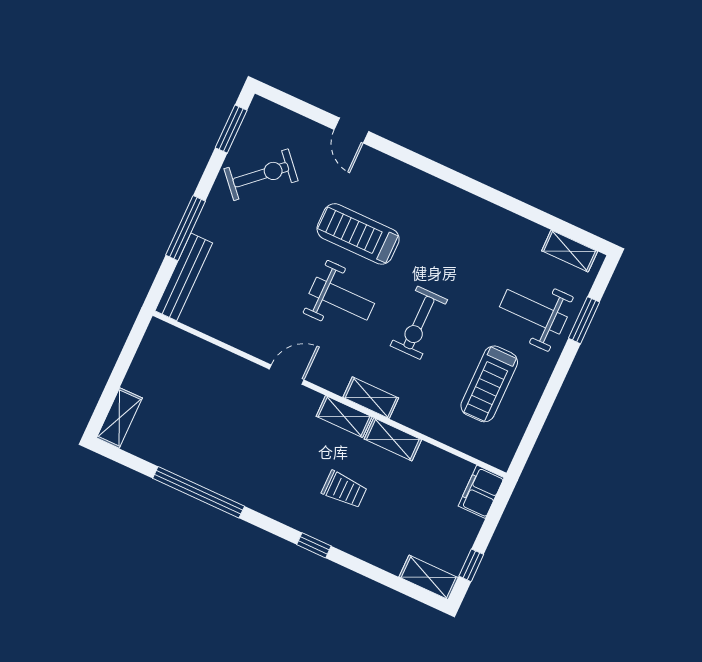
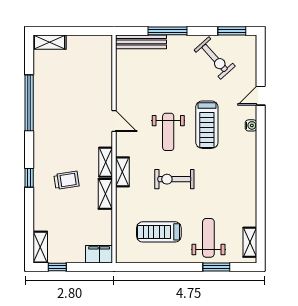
water cooler: (390, 167) -> (251, 125), added
treadmill: (358, 234) -> (207, 125), turned 180
trolley: (344, 490) -> (67, 180), turned -99

